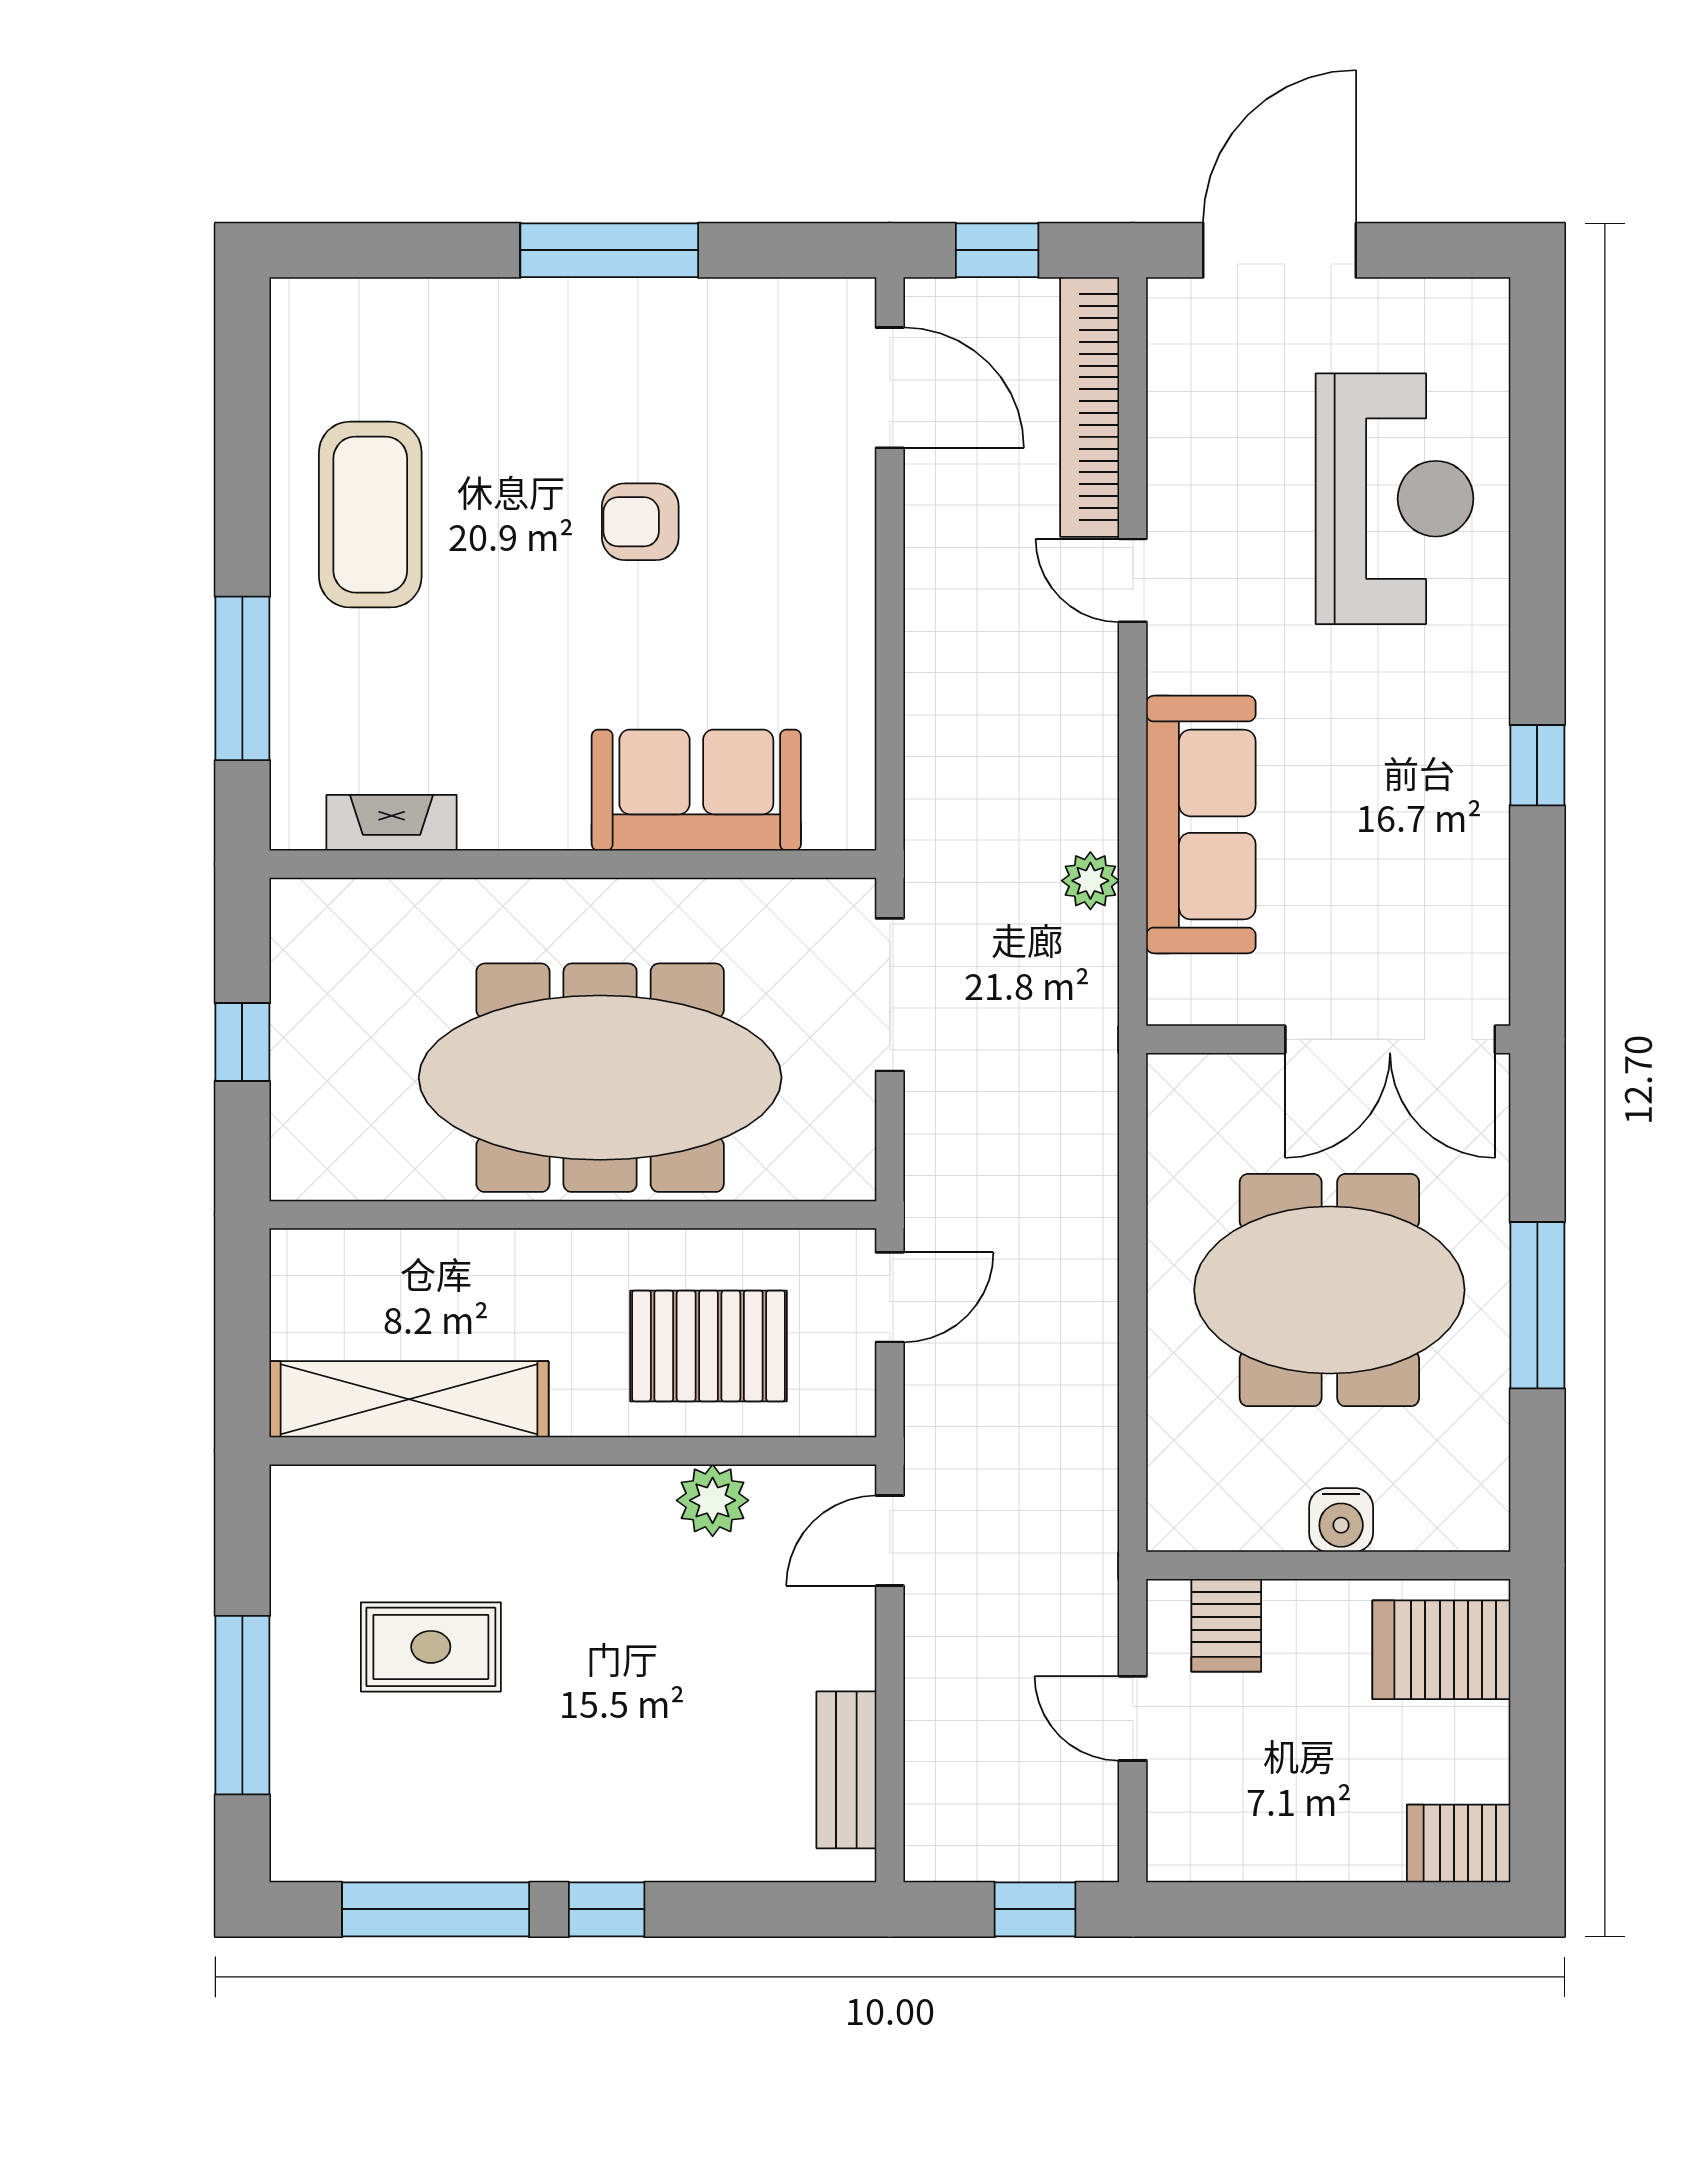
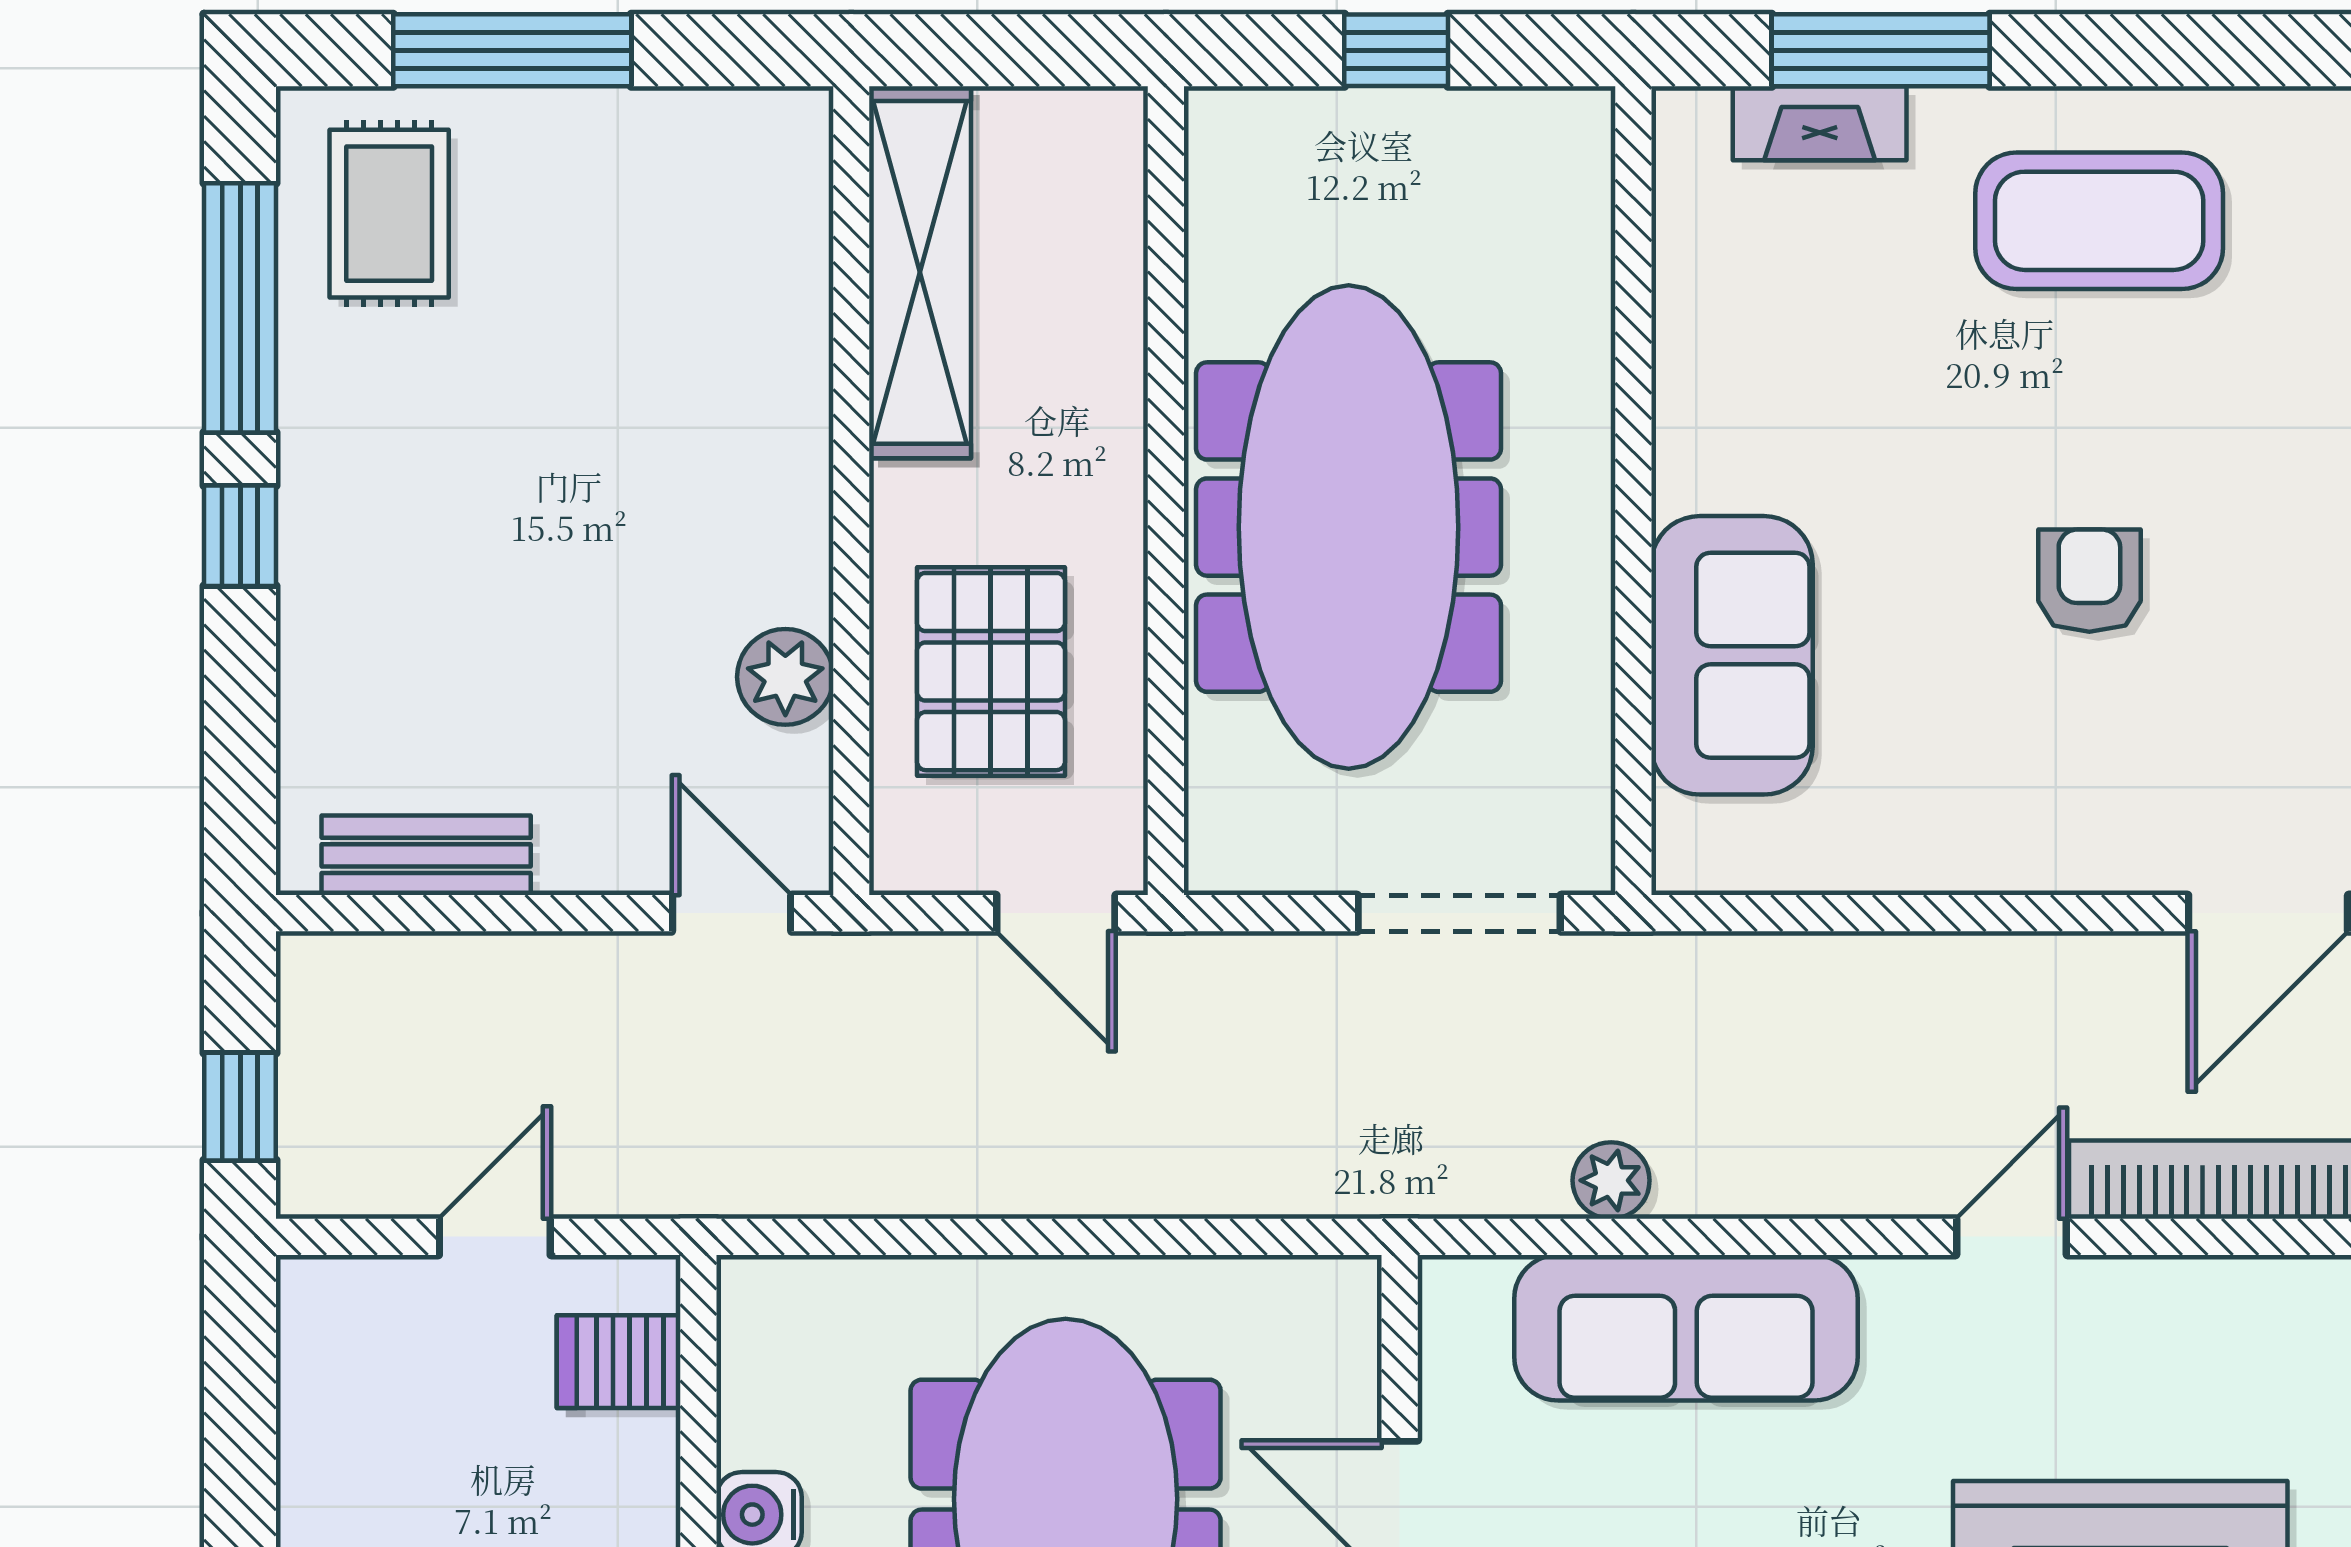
fireplace: (392, 823) -> (1820, 123), moved, turned 90
rug: (431, 1647) -> (389, 214), moved

